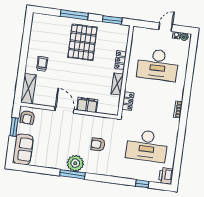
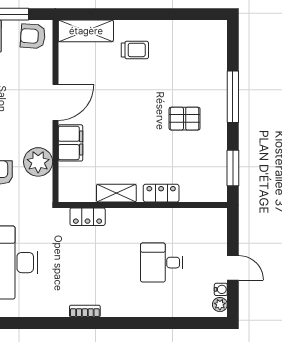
pallet: (82, 42) -> (185, 119), width x0.49, depth x0.50
desk: (158, 65) -> (162, 263), width x0.53, depth x0.77
plant: (95, 124) -> (38, 162), added

